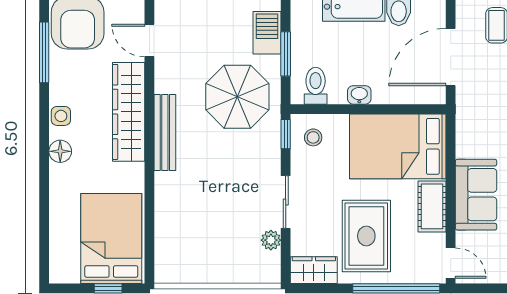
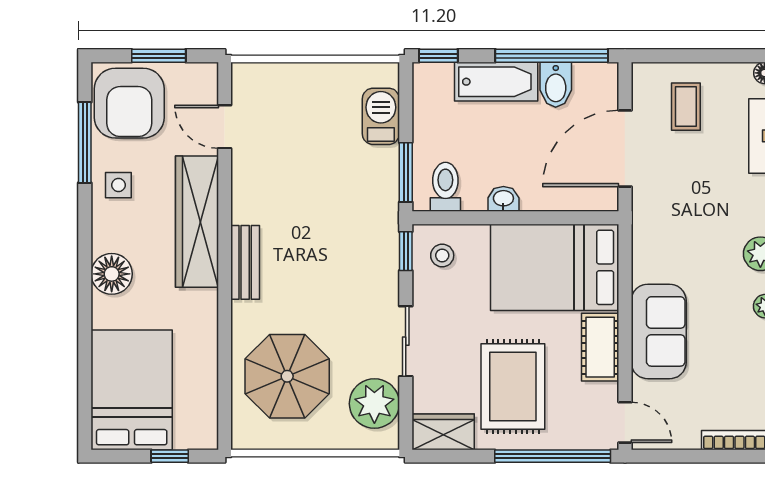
window: (286, 54) -> (406, 172), moved
parasol: (237, 97) -> (287, 376), moved
side table: (61, 116) -> (118, 185), moved
bench: (165, 132) -> (245, 262), width x0.73
floor lamp: (60, 151) -> (112, 274), width x1.38, depth x1.38
bed: (111, 239) -> (132, 390), moved
plant: (271, 240) -> (374, 404), width x1.87, depth x1.87

